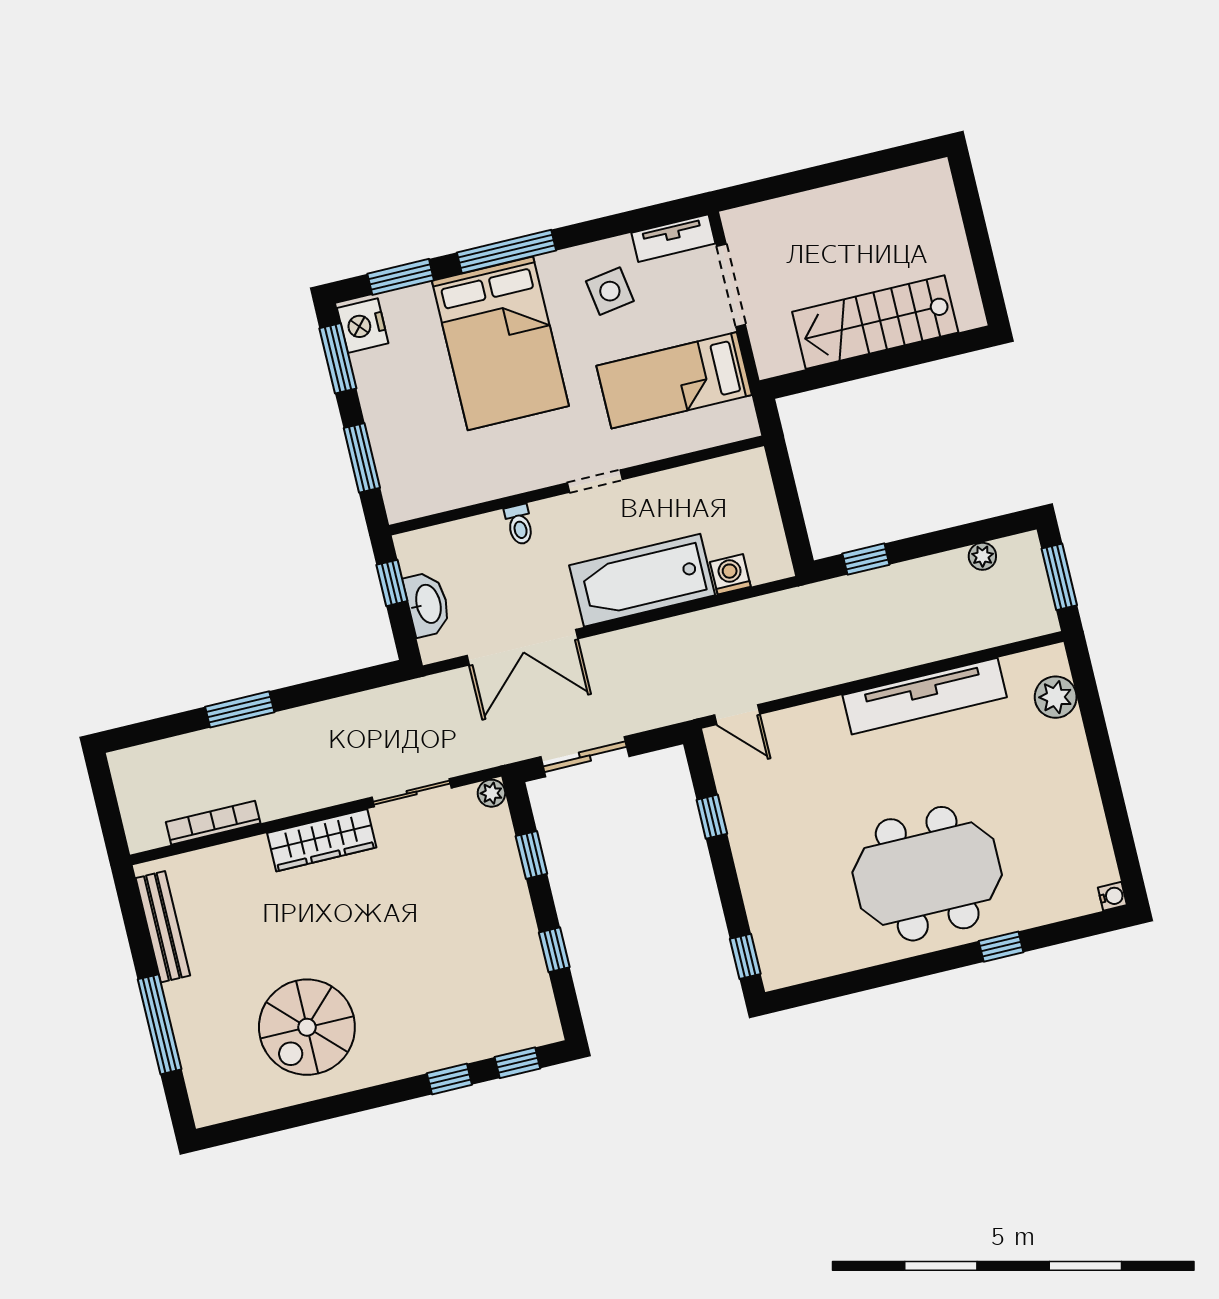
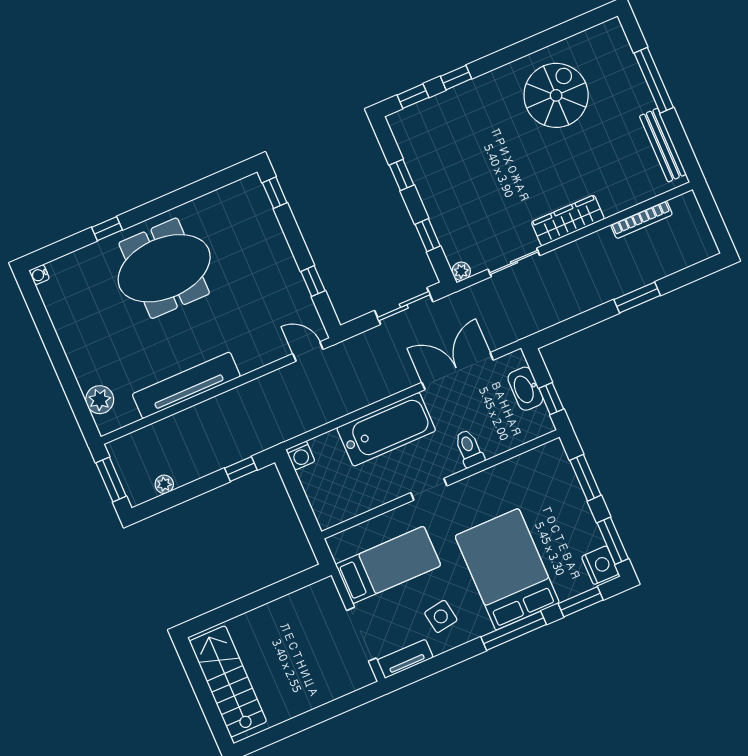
stairs: (875, 322) -> (228, 681), moved, turned -90
toilet: (519, 525) -> (469, 448), width x1.37, depth x1.39
washing machine: (730, 574) -> (300, 456), moved

